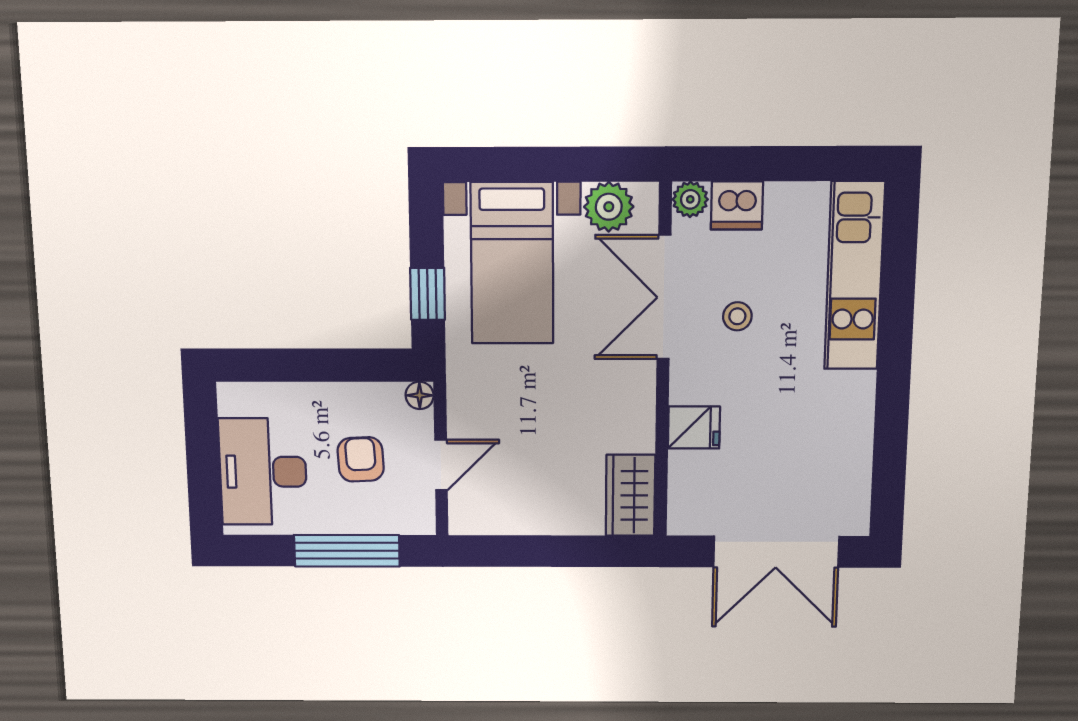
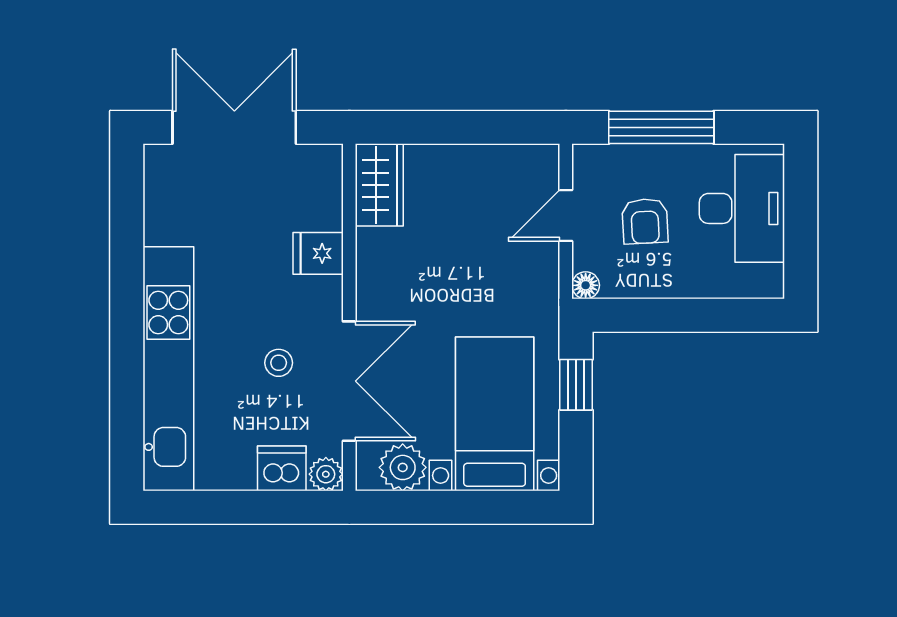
kitchen unit: (854, 276) -> (168, 369), width x1.36

